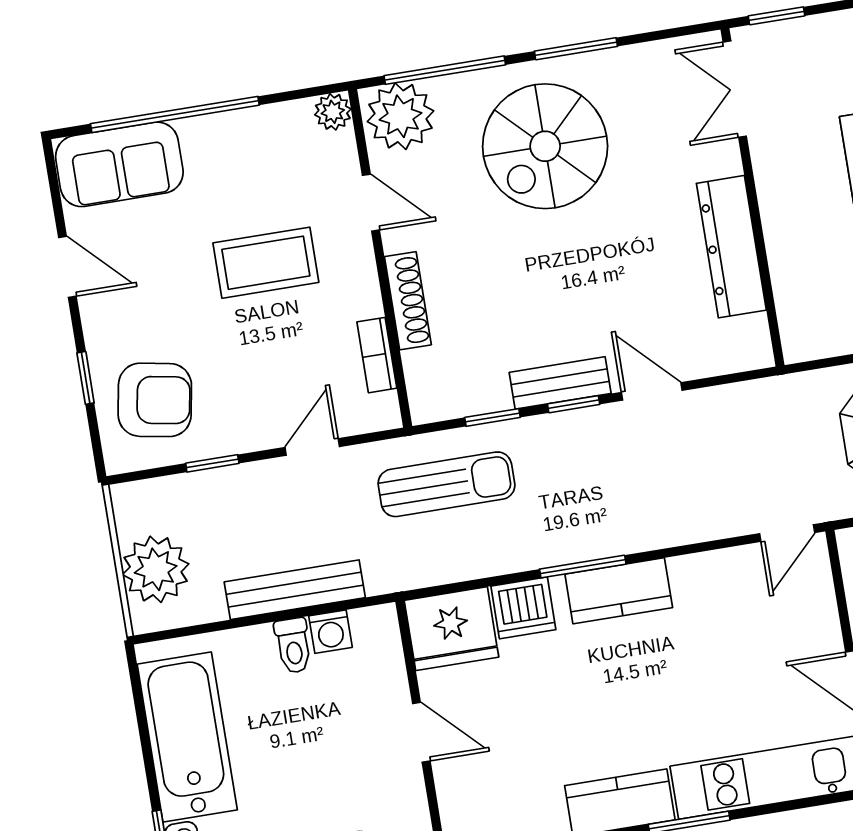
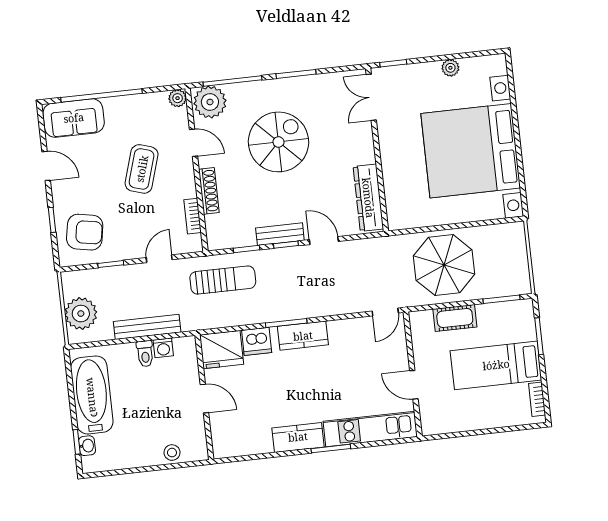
spiral stairs: (545, 146) -> (278, 142), moved, turned 180
dresser: (731, 247) -> (368, 198), moved
coffee table: (266, 263) -> (142, 169), turned -73

